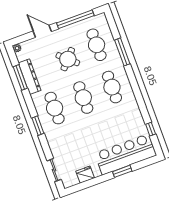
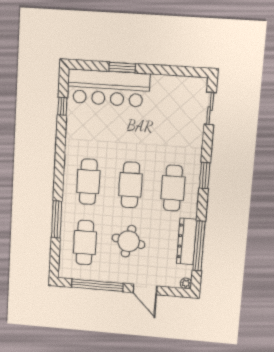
round table: (68, 59) -> (129, 241), turned -31
window: (20, 77) -> (199, 246), width x1.46
fridge: (85, 175) -> (172, 85), removed

